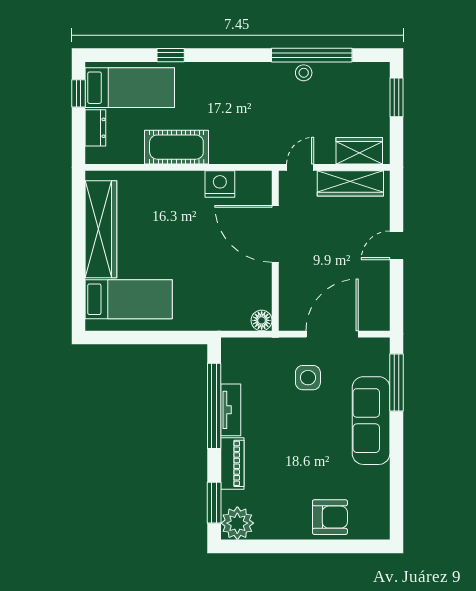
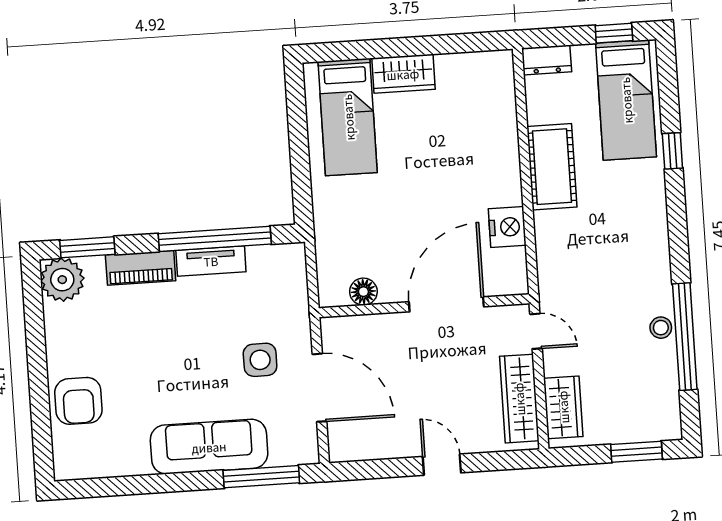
dresser: (95, 128) -> (547, 60), moved
wardrobe: (101, 229) -> (403, 74), width x0.48, depth x0.85
floor lamp: (262, 320) -> (363, 292), moved

